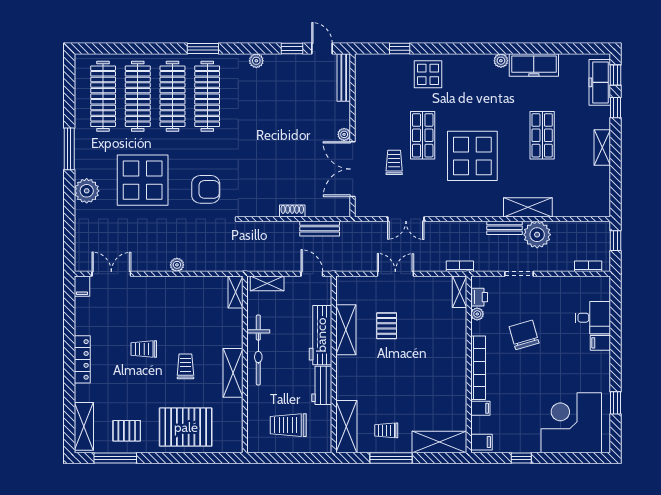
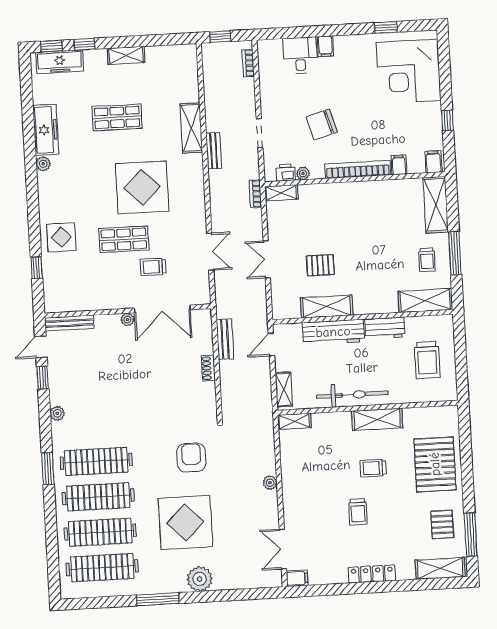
plant: (537, 235) -> (219, 117), removed

